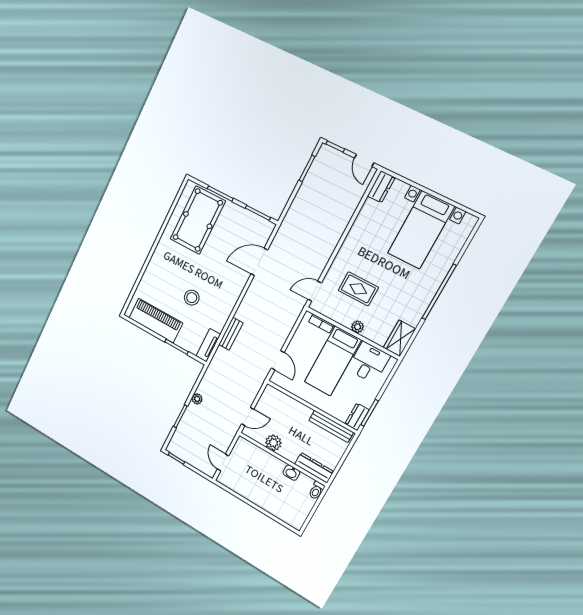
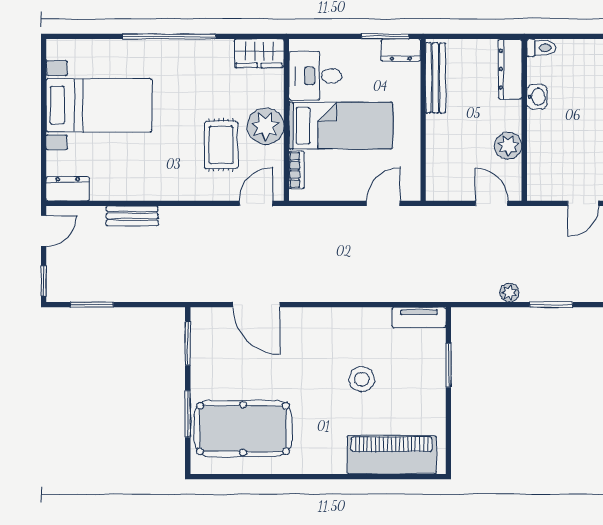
door: (315, 291) -> (256, 203), swing flipped
piano: (156, 321) -> (392, 455), moved, turned 90
plant: (357, 327) -> (266, 126), width x1.88, depth x1.88
bench: (231, 334) -> (132, 216), moved

